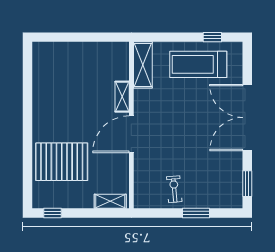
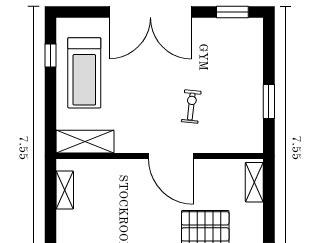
shelving: (122, 97) -> (65, 190), moved, turned 90
exercise bike: (174, 189) -> (191, 107), moved, turned 101
window: (196, 213) -> (269, 102), moved

